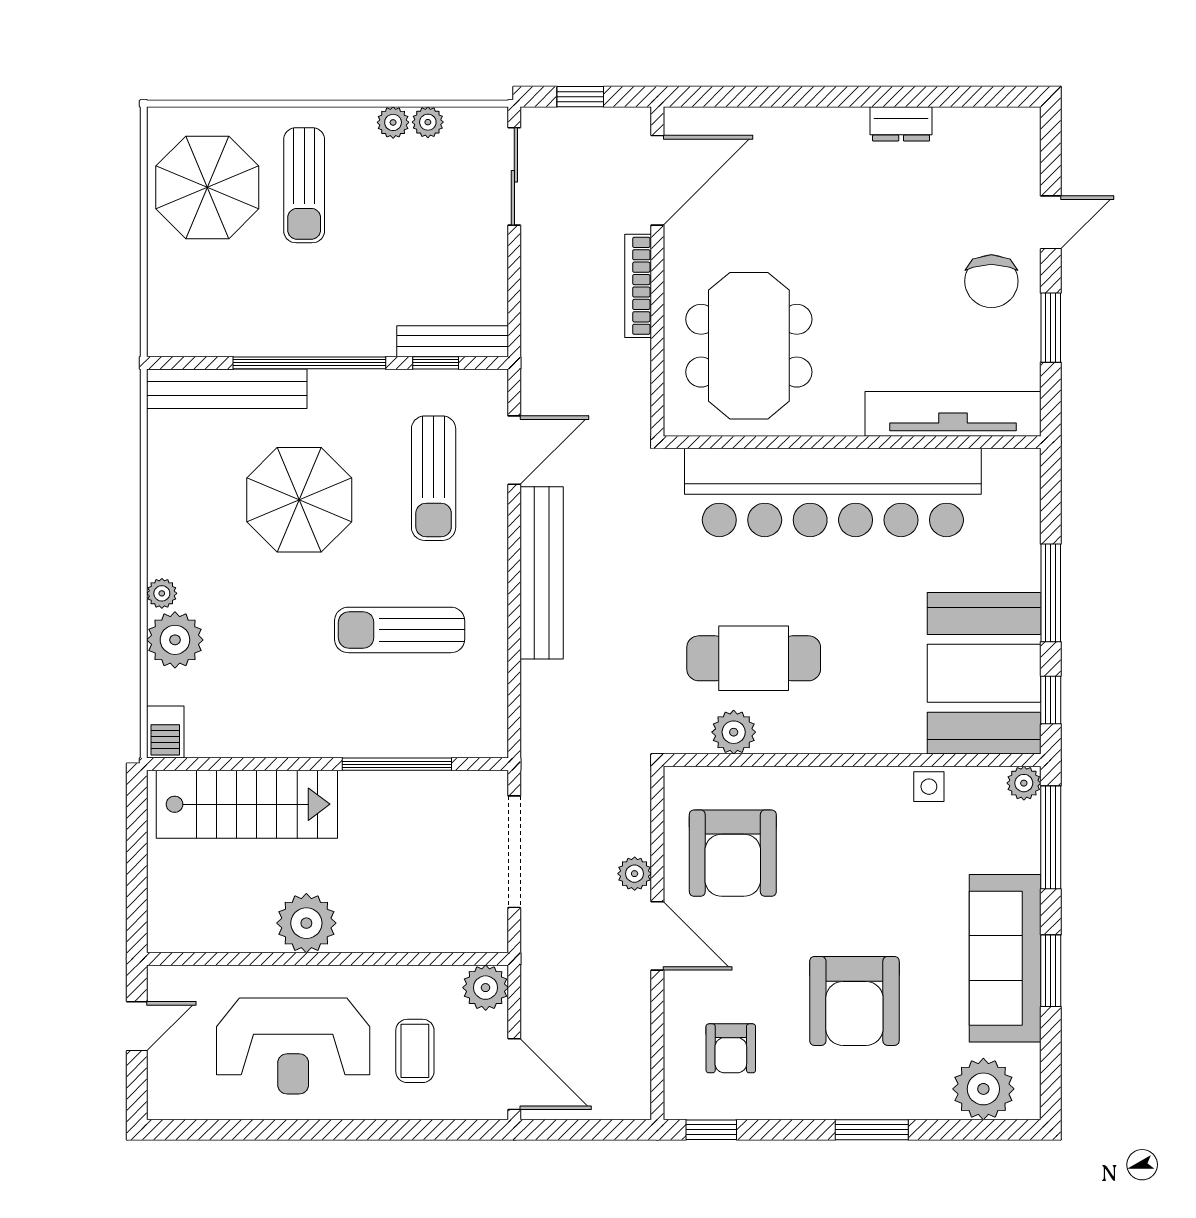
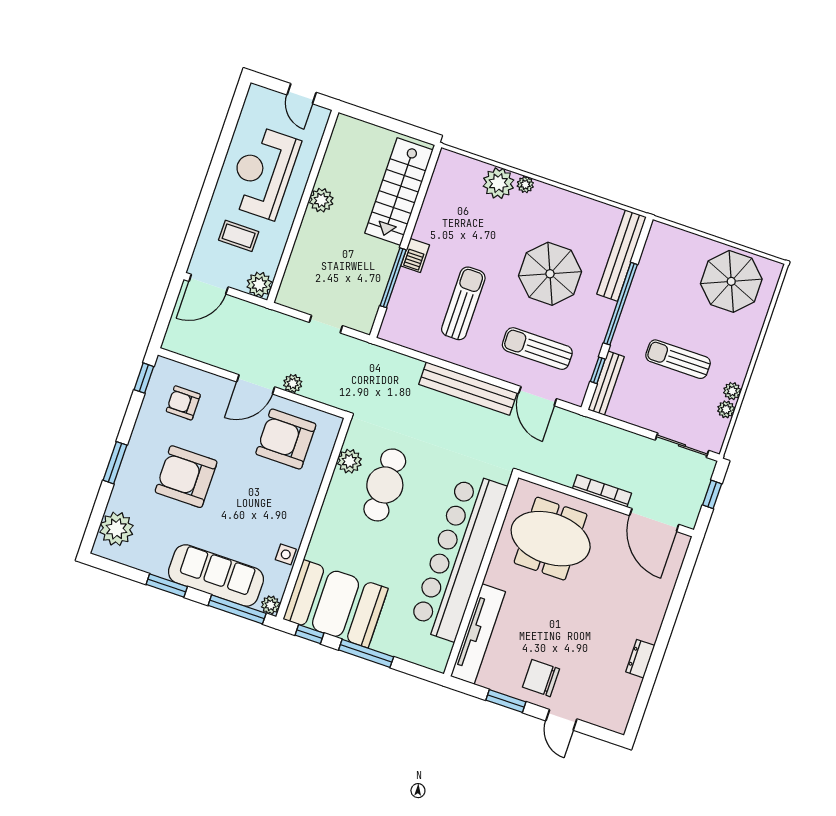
sun lounger: (304, 185) -> (678, 359), moved
barbecue: (165, 732) -> (415, 255), moved, turned -90
doorway: (514, 852) -> (326, 324), width x0.53
plant: (306, 923) -> (321, 200), width x0.73, depth x0.73
sofa: (1005, 958) -> (216, 575), moved

